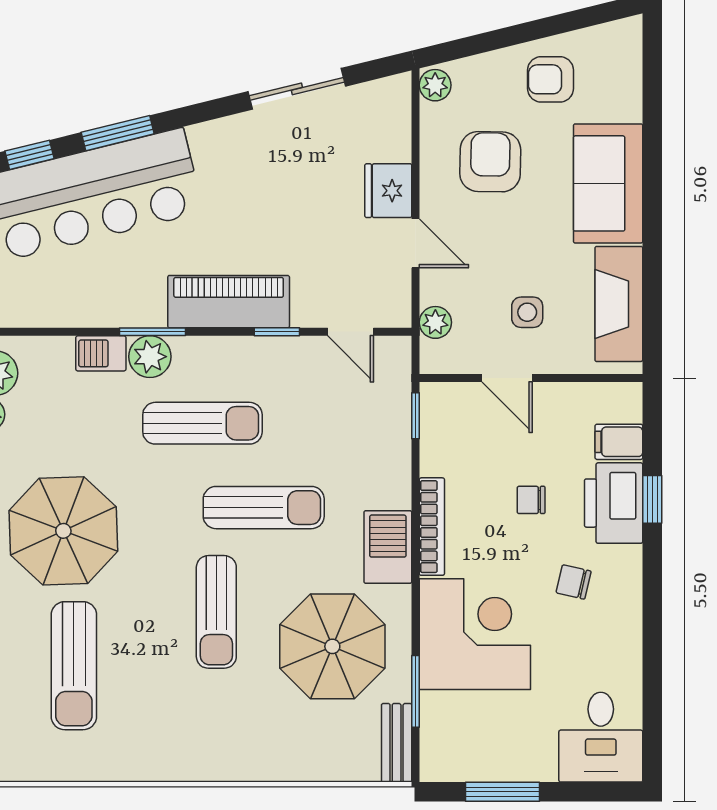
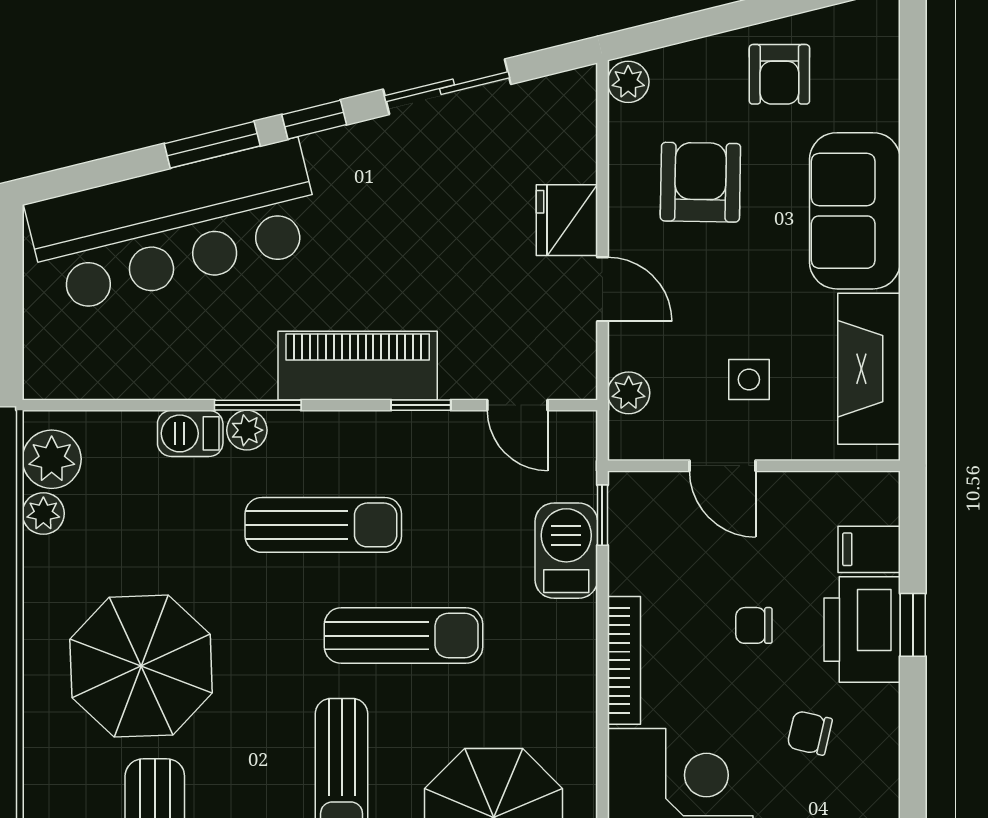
armchair: (550, 79) -> (779, 74), turned -90
window: (30, 155) -> (314, 120), moved
plant: (150, 357) -> (247, 430), width x0.73, depth x0.73
barbecue: (388, 547) -> (566, 551), moved

